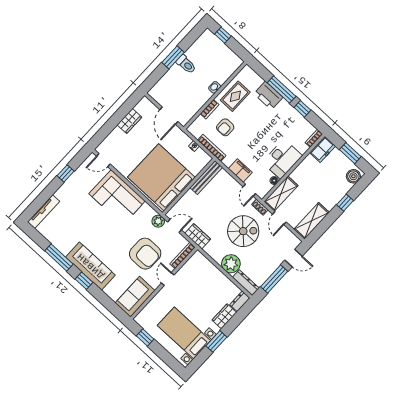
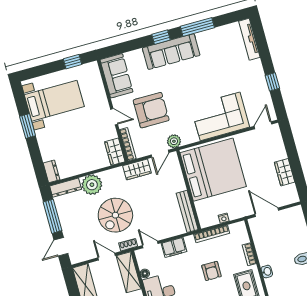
armchair: (225, 127) -> (211, 271), moved, turned 180
armchair: (145, 254) -> (151, 110), turned 180
wardrobe: (224, 316) -> (115, 152), moved, turned 180

